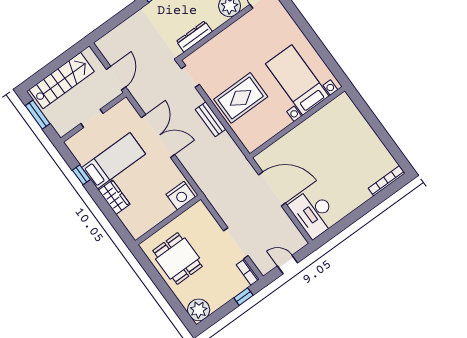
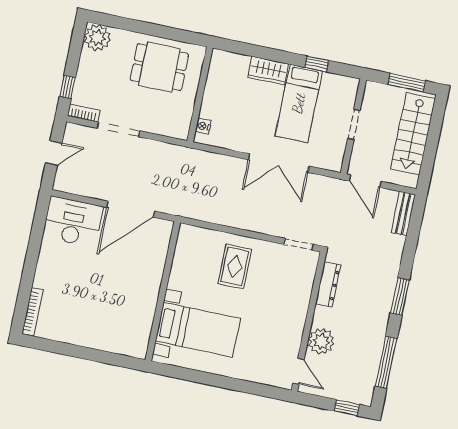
rug: (241, 98) -> (235, 266), width x0.73, depth x0.70
bench: (211, 119) -> (403, 213), moved, turned 90
nightstand: (181, 196) -> (203, 126), width x0.53, depth x0.56

